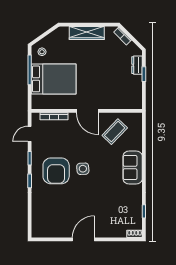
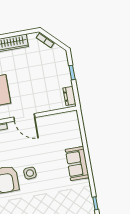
dresser: (137, 65) -> (69, 96), moved
coffee table: (115, 132) -> (54, 132), removed

